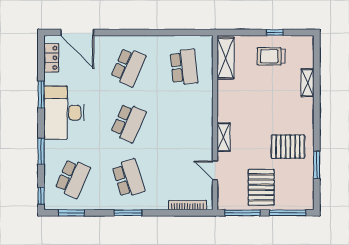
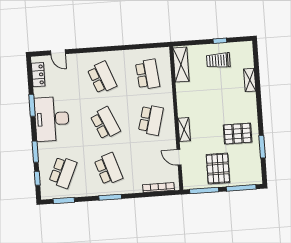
door: (77, 32) -> (58, 52), width x0.53
school desk: (128, 67) -> (102, 78), turned -45
school desk: (128, 123) -> (105, 123), turned -48
school desk: (184, 123) -> (151, 120), added
window: (41, 196) -> (37, 178), moved

